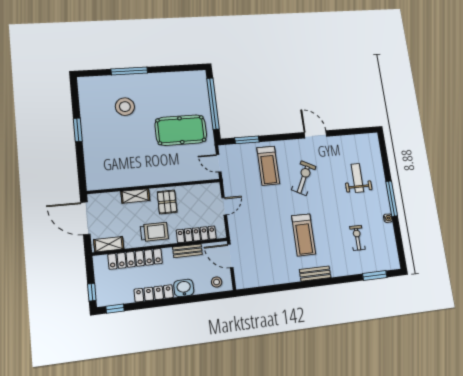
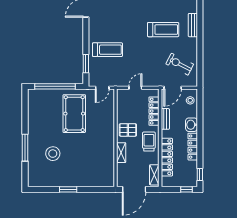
exercise bike: (304, 178) -> (180, 64), moved
door: (224, 206) -> (135, 88), hinge flipped

